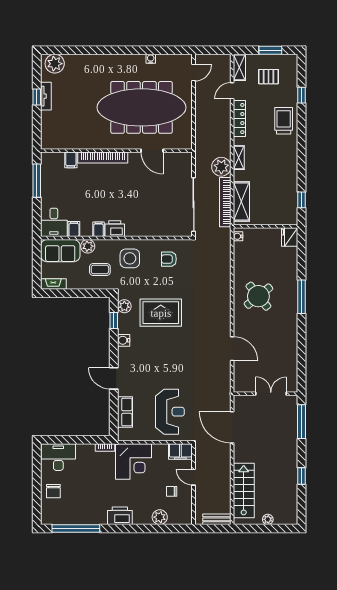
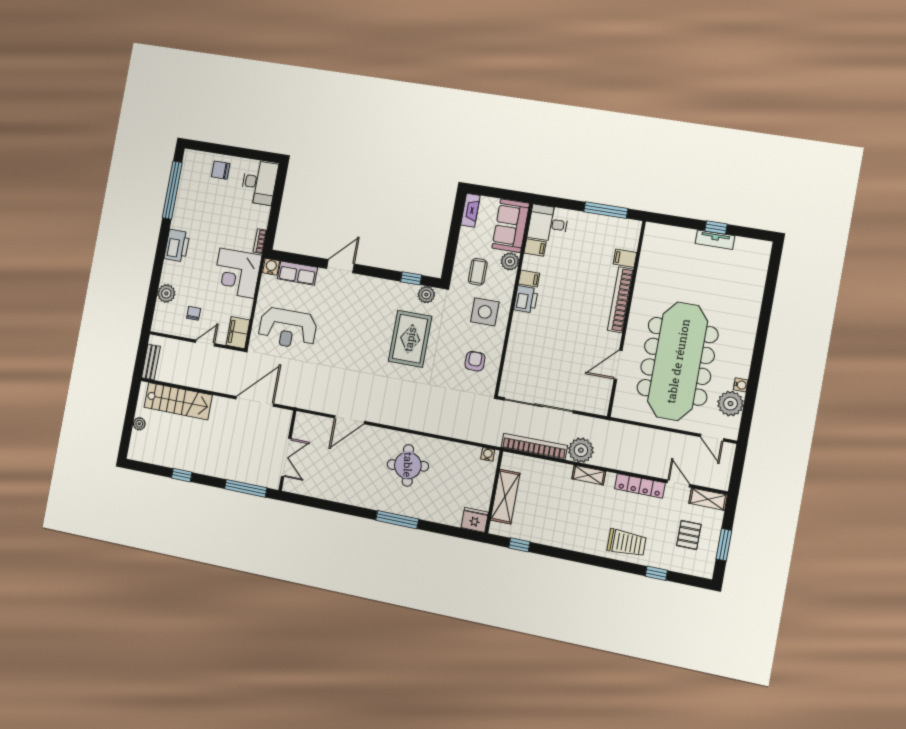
plant: (55, 64) -> (730, 404), moved
shelving: (241, 202) -> (505, 497), moved, turned 90
round table: (258, 296) -> (408, 465), turned 31
water cooler: (124, 340) -> (271, 267), moved

